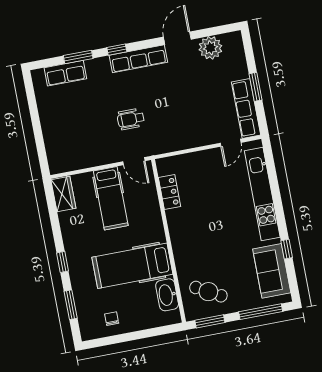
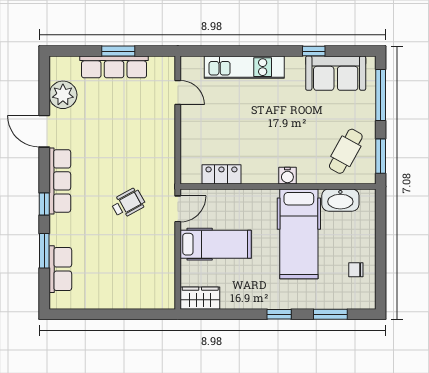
row of seats: (246, 108) -> (114, 67), moved
wheelchair: (131, 119) -> (128, 203), turned -119
kitchen unit: (262, 194) -> (244, 67), width x0.73
water cooler: (179, 247) -> (287, 176), added

